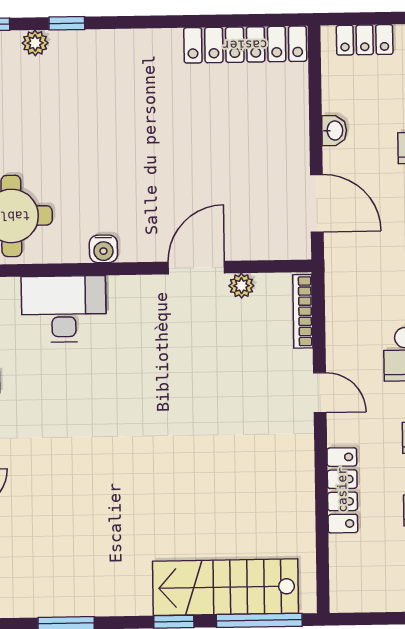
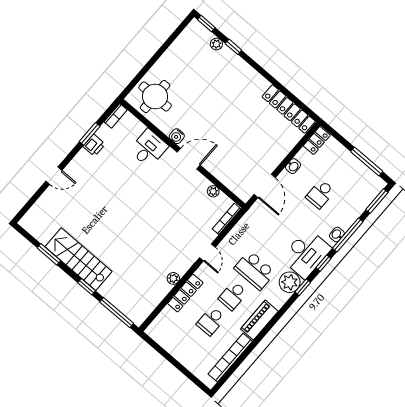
locker: (365, 40) -> (317, 140), moved, turned -90
door: (196, 268) -> (189, 159), moved
desk: (64, 309) -> (149, 148), width x0.73
plant: (302, 484) -> (173, 278), added
stairs: (226, 587) -> (78, 259), moved

